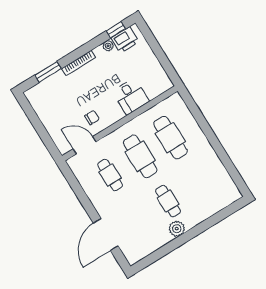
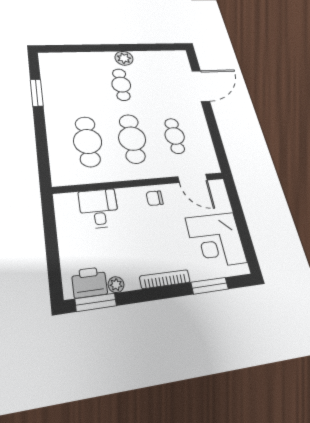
window: (116, 30) -> (96, 302), width x1.50
desk: (131, 96) -> (99, 208), moved
corner desk: (53, 106) -> (216, 240), added
chair: (92, 117) -> (155, 198), moved
window: (225, 160) -> (37, 93), added

